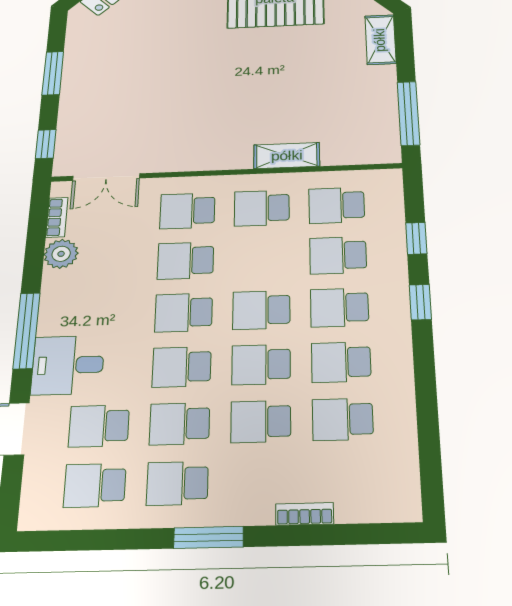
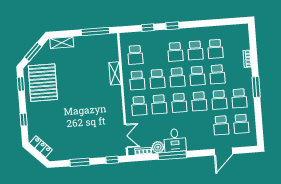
school desk: (338, 255) -> (157, 79), moved
window: (27, 331) -> (172, 155), moved
desk: (68, 365) -> (175, 140), moved

